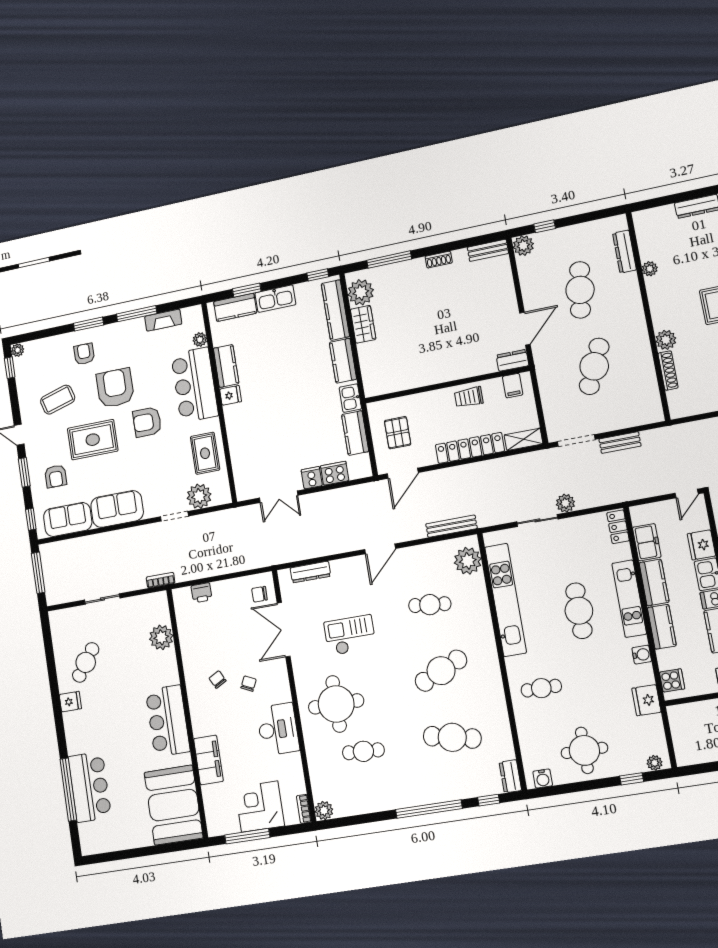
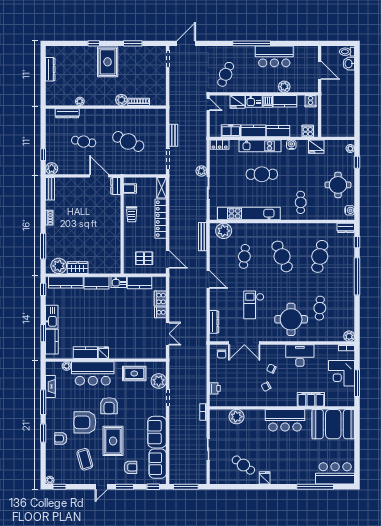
cafe table: (580, 290) -> (84, 142), width x0.73, depth x0.74
bar counter: (90, 787) -> (335, 473), moved

